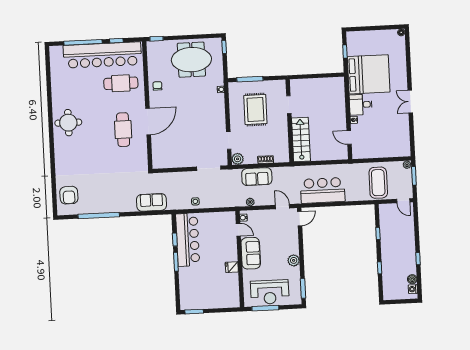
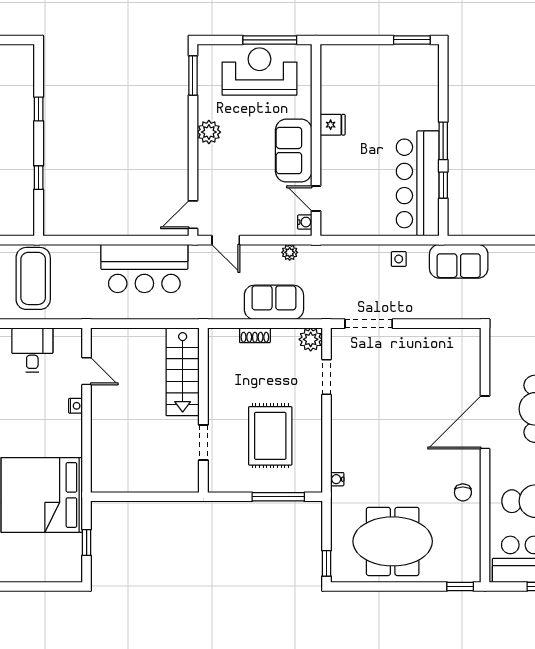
desk: (361, 105) -> (32, 350), moved, turned -90
sofa: (152, 202) -> (459, 261), moved

